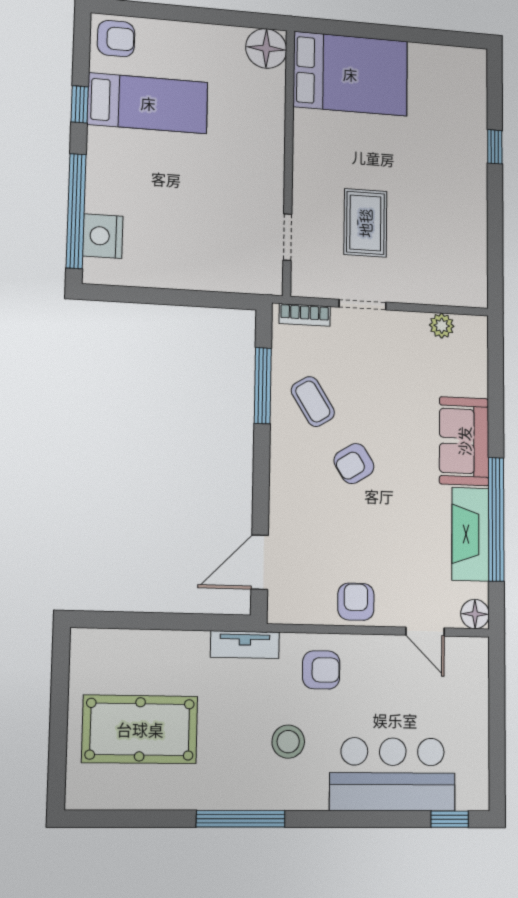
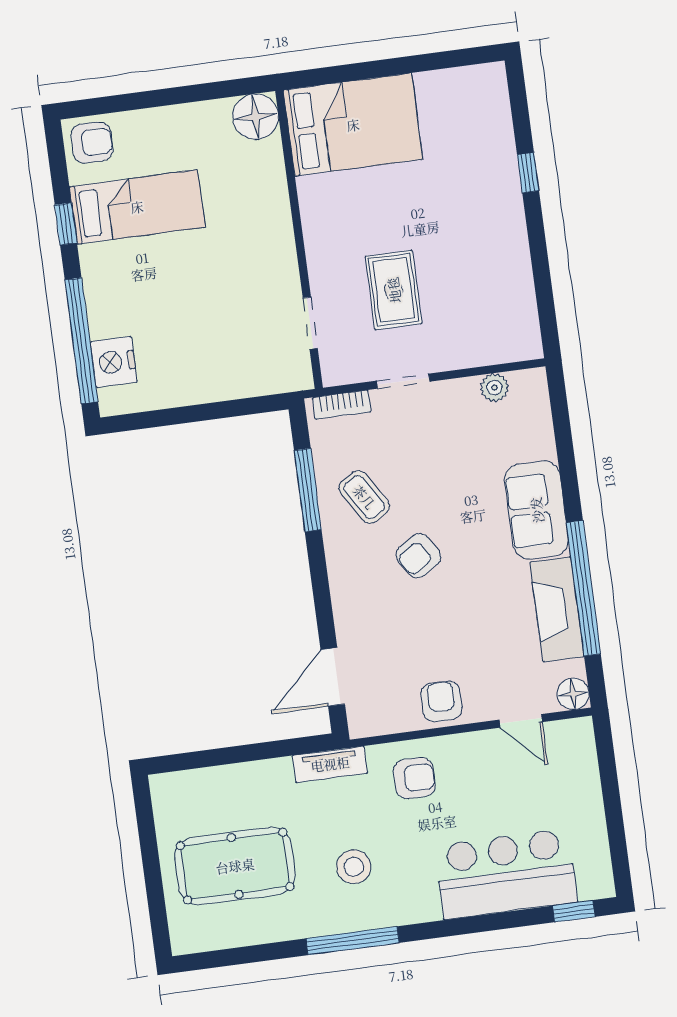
stool: (288, 742) -> (354, 867), moved

